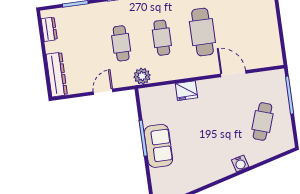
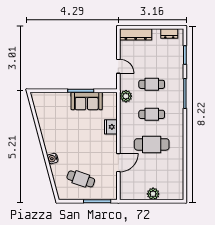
plant: (269, 21) -> (153, 194), added
sofa: (158, 146) -> (87, 101), moved

